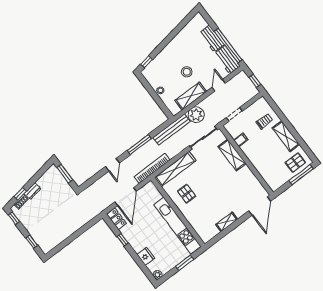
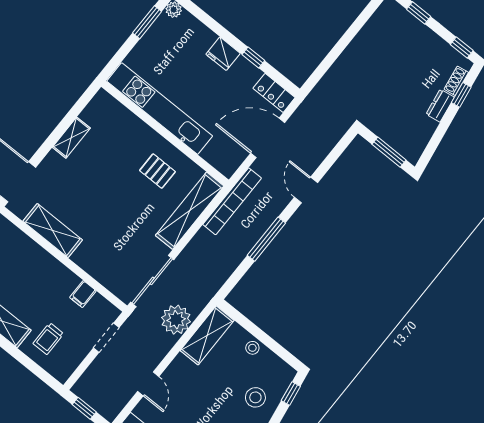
stool: (187, 72) -> (255, 397), moved
shelving: (191, 96) -> (207, 335), moved
bench: (172, 129) -> (214, 282), removed
shelving: (232, 155) -> (53, 231), moved
door: (126, 197) -> (268, 138), hinge flipped
fridge: (146, 256) -> (223, 54), moved
window: (184, 263) -> (147, 22), moved

